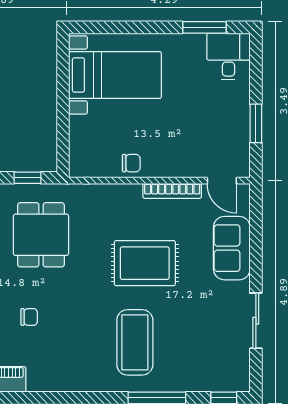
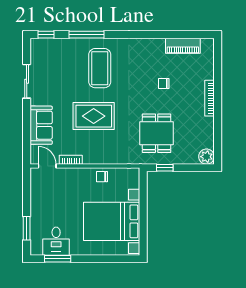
desk: (228, 56) -> (56, 241), moved
bed with nightstands: (115, 75) -> (112, 221), width x1.36
window: (256, 123) -> (27, 228), moved
bookcase: (172, 191) -> (71, 160), width x0.64

